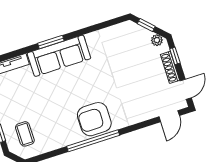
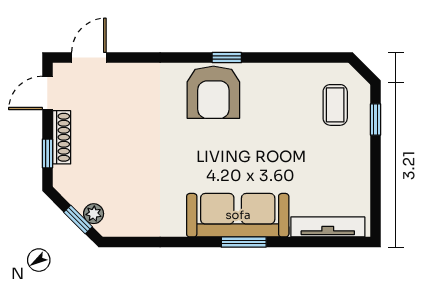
plant: (157, 40) -> (94, 214), moved
armchair: (94, 119) -> (213, 92), turned 90
window: (93, 141) -> (227, 58), width x0.32

